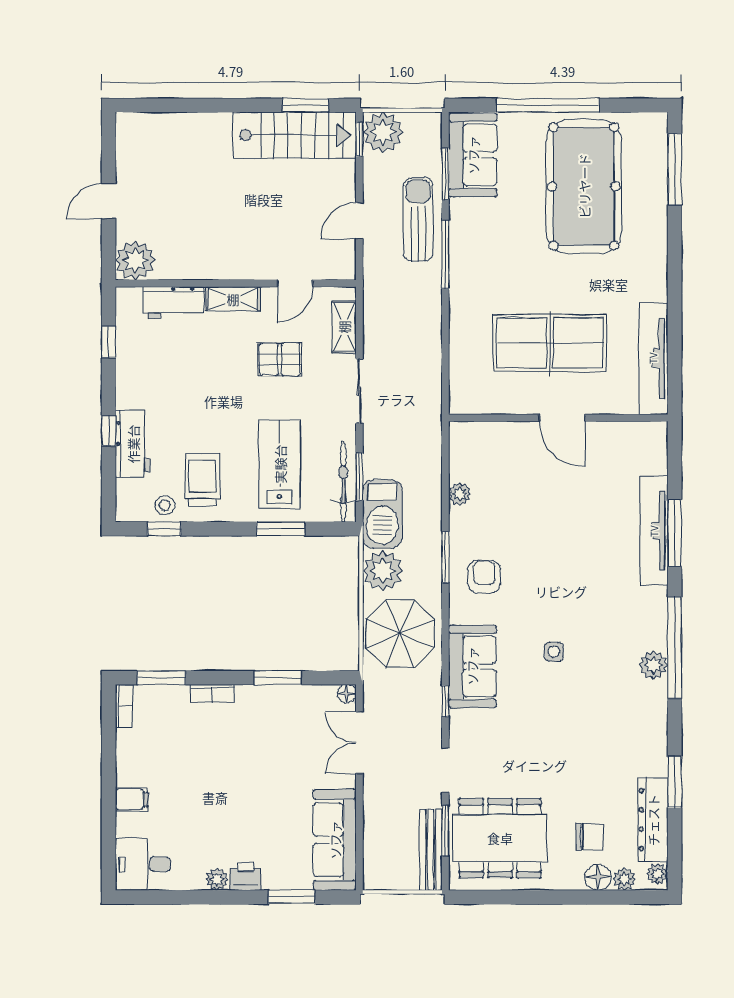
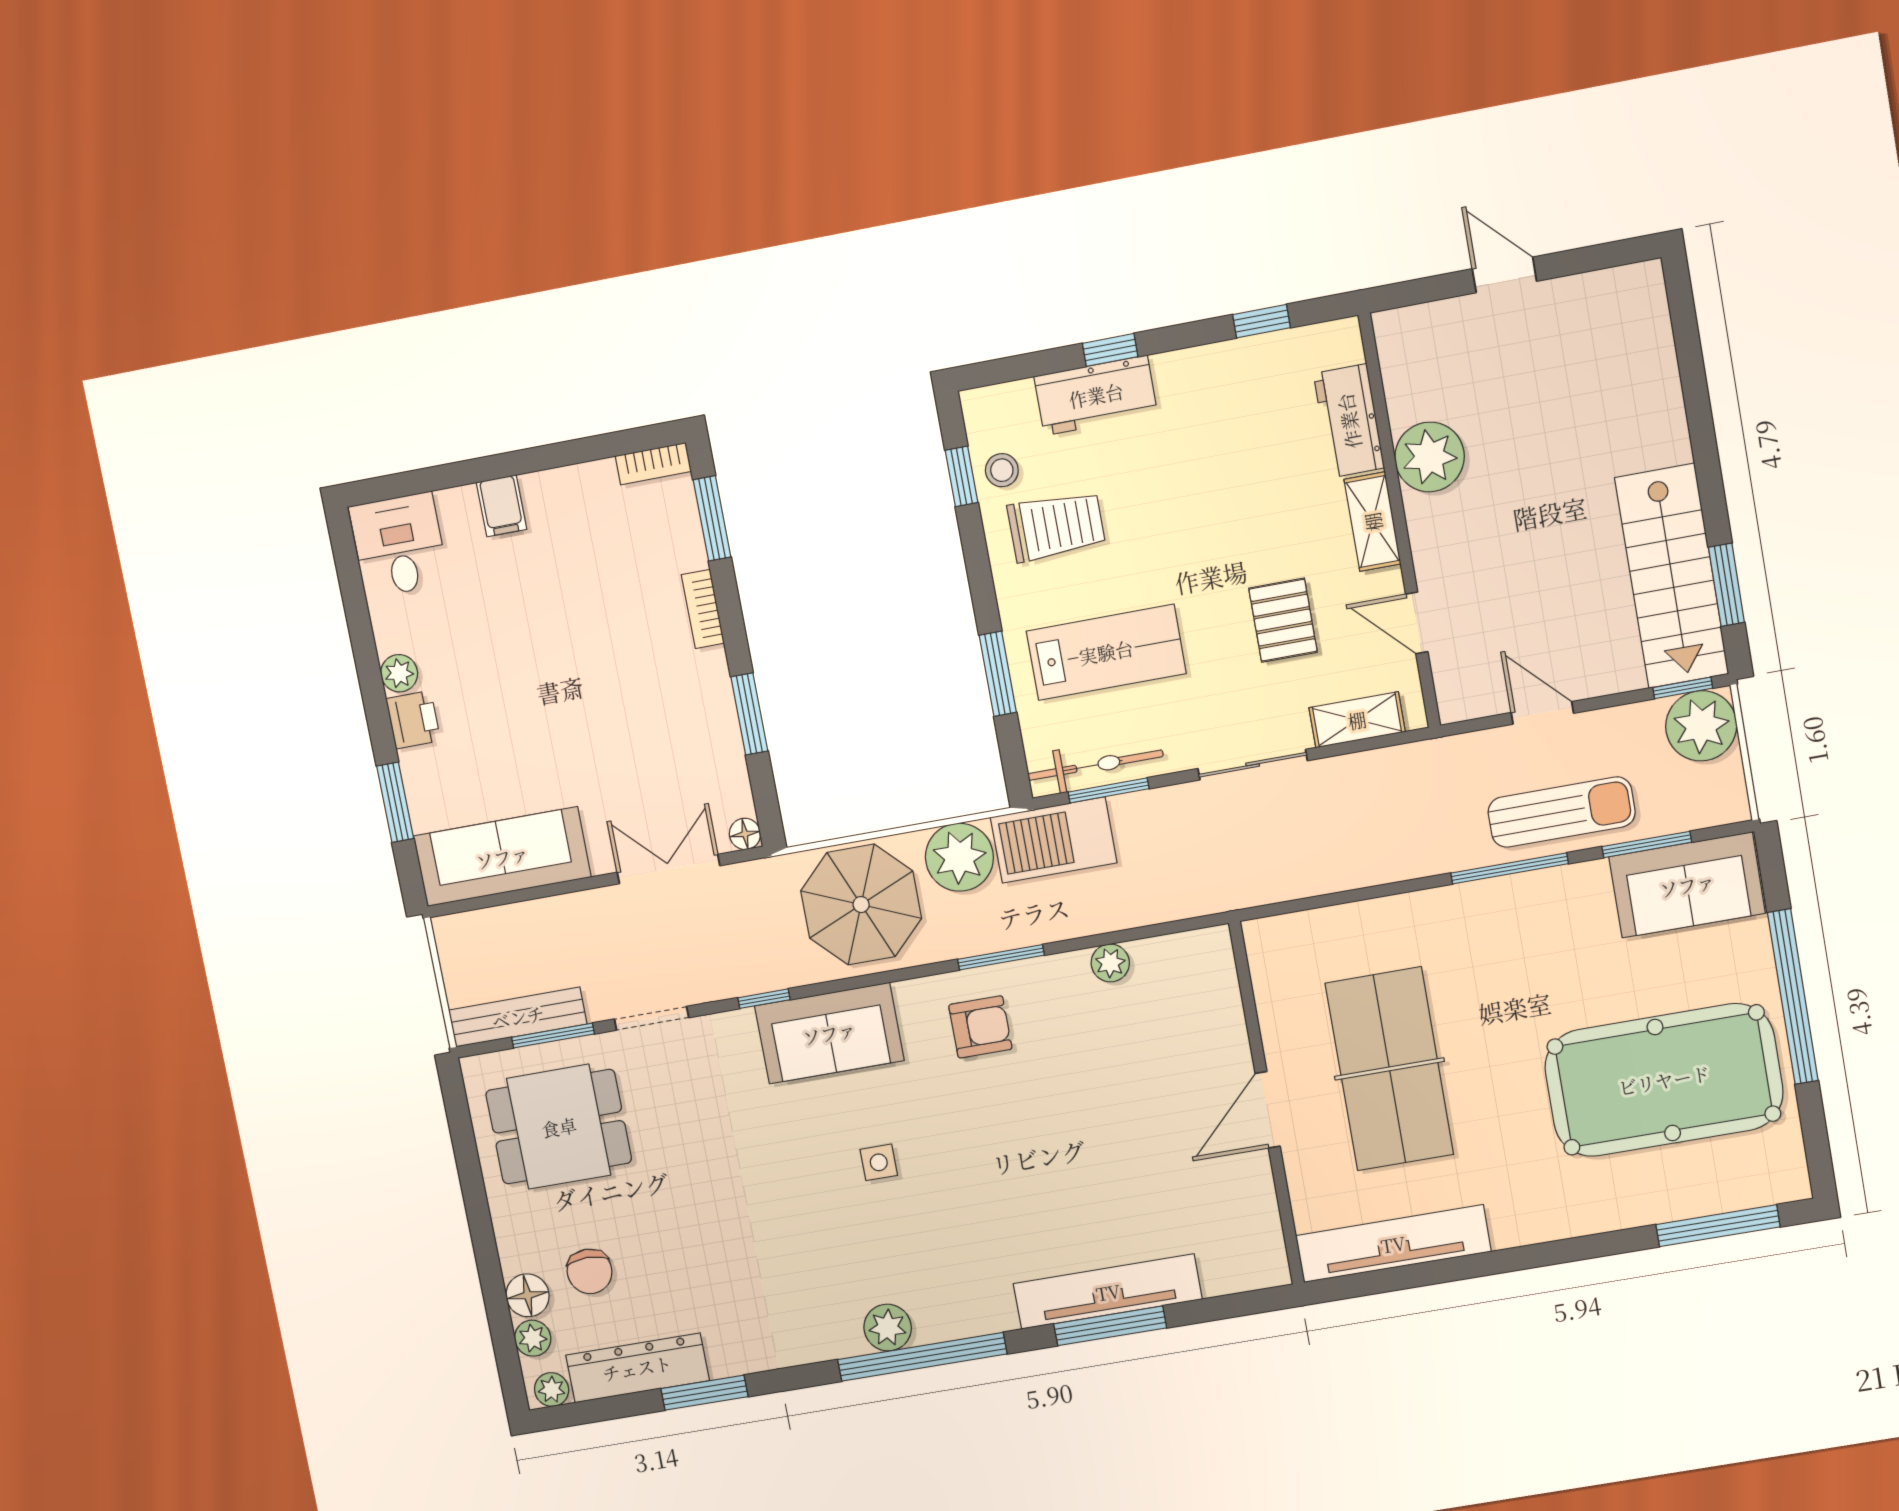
plant: (135, 260) -> (1430, 457), moved
dining table: (500, 838) -> (559, 1127), width x0.73

